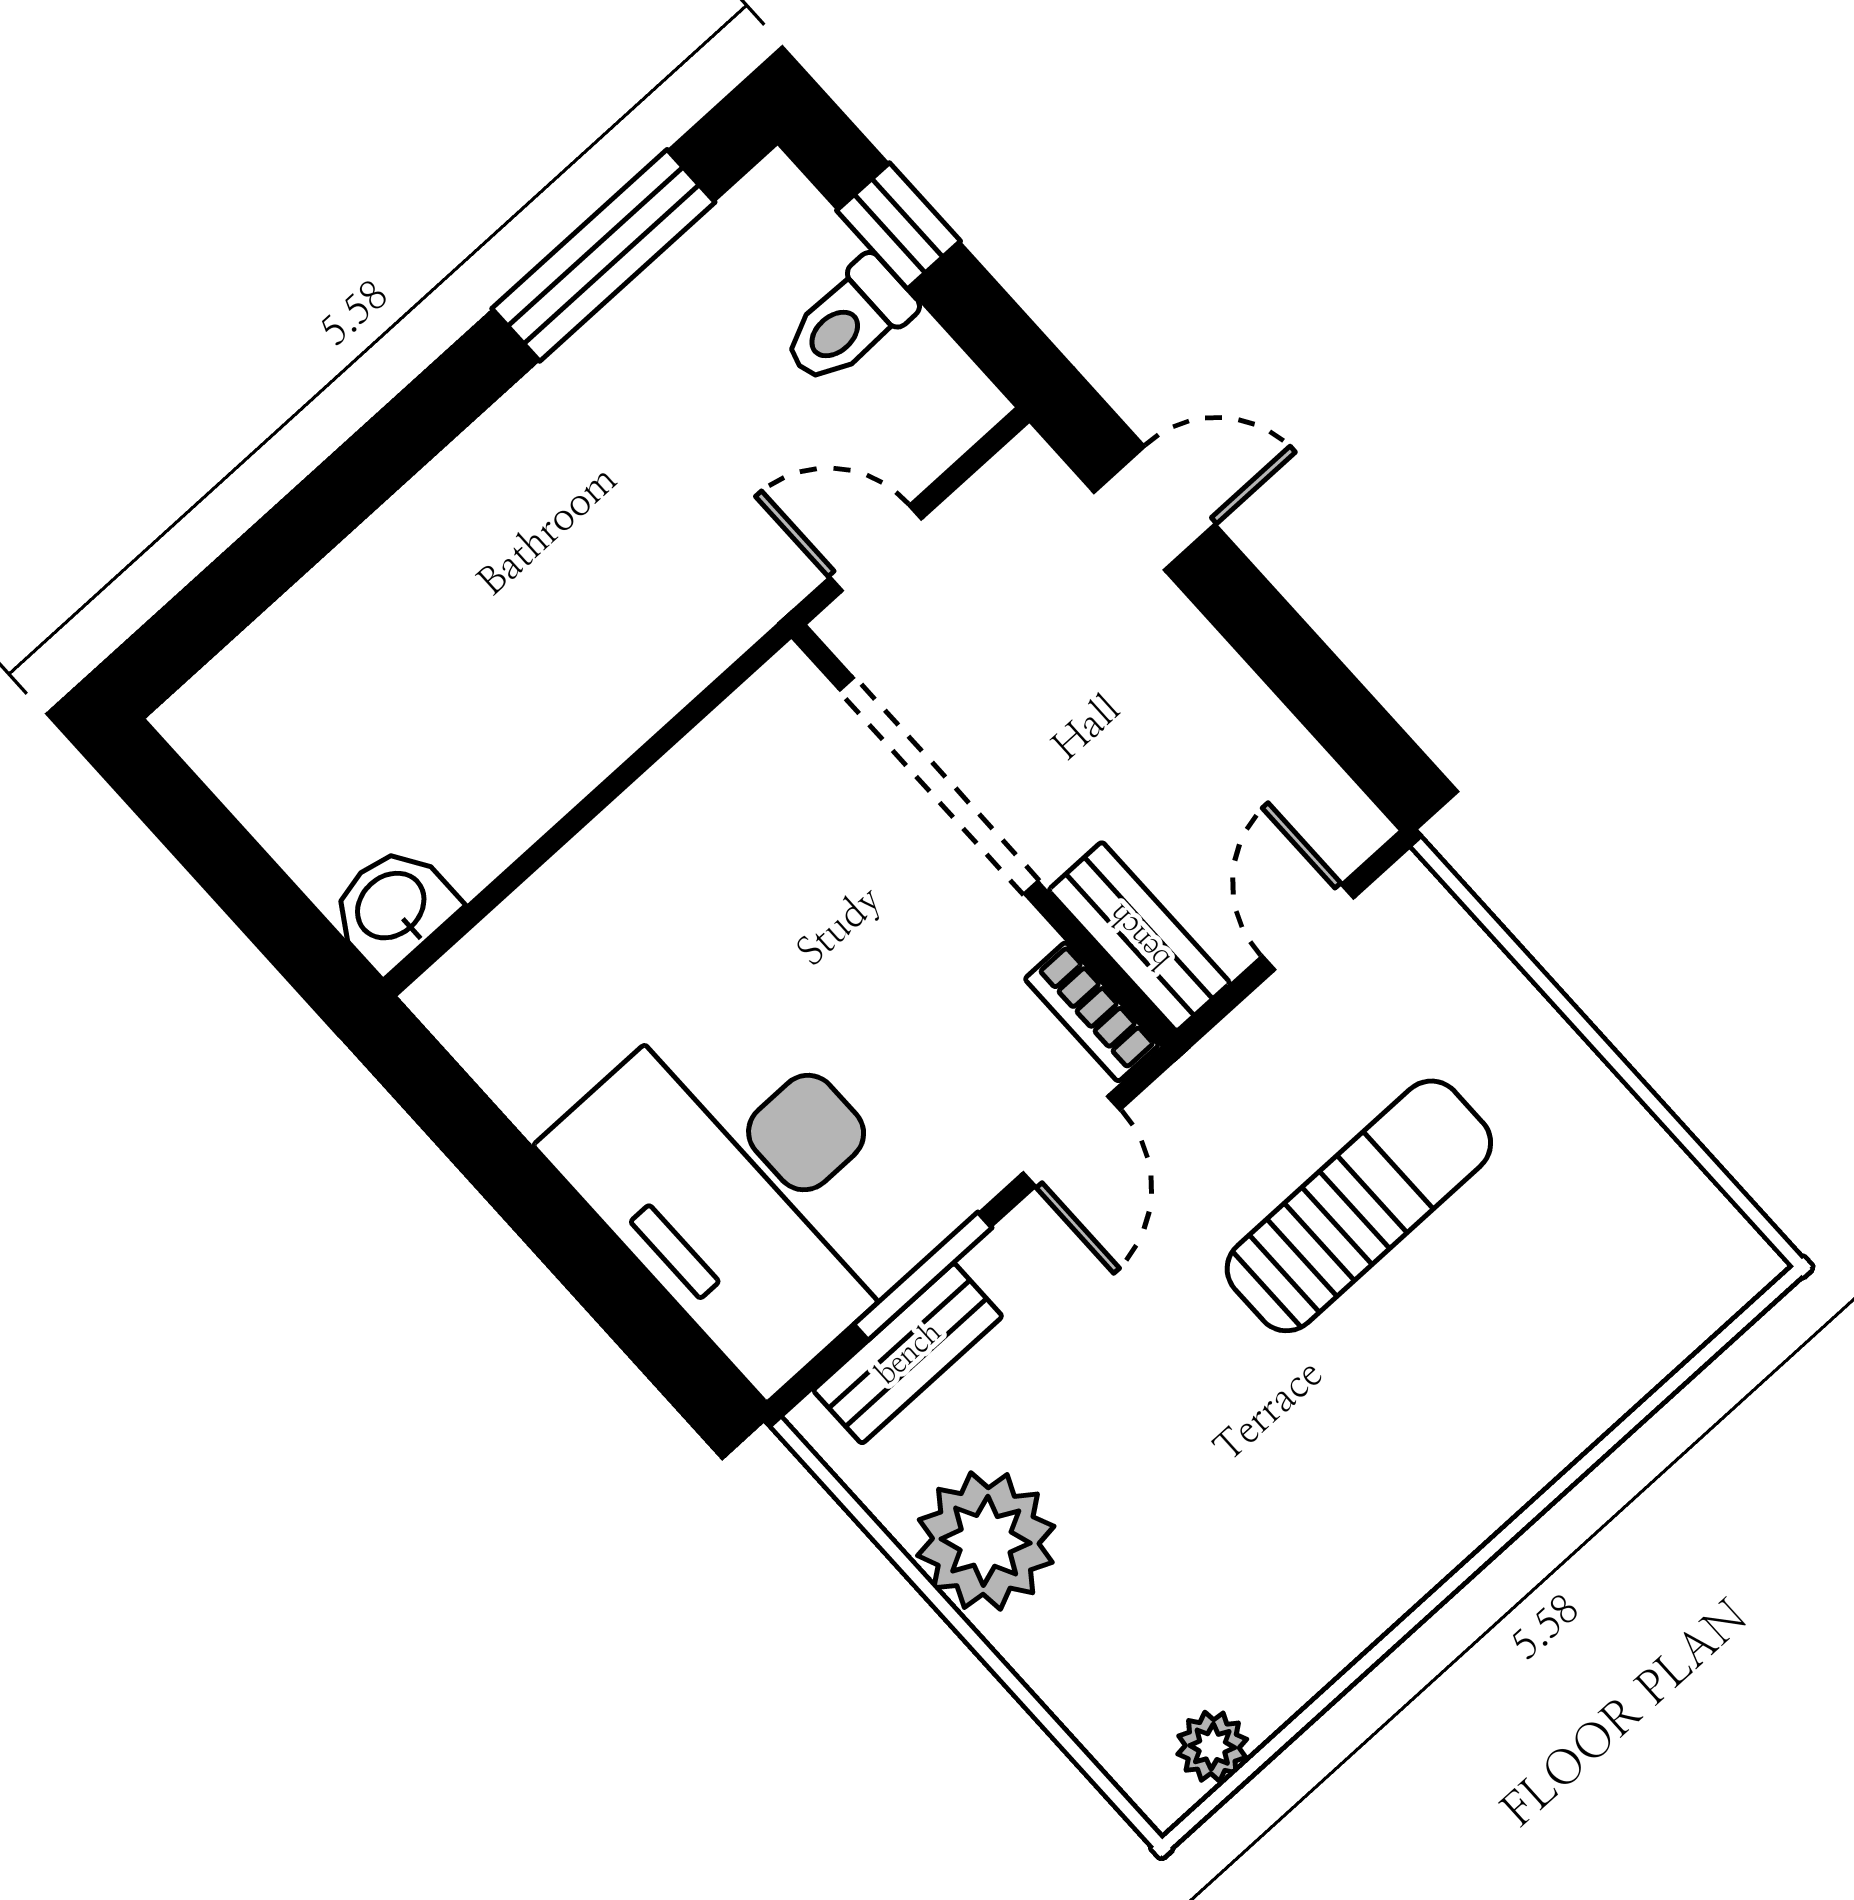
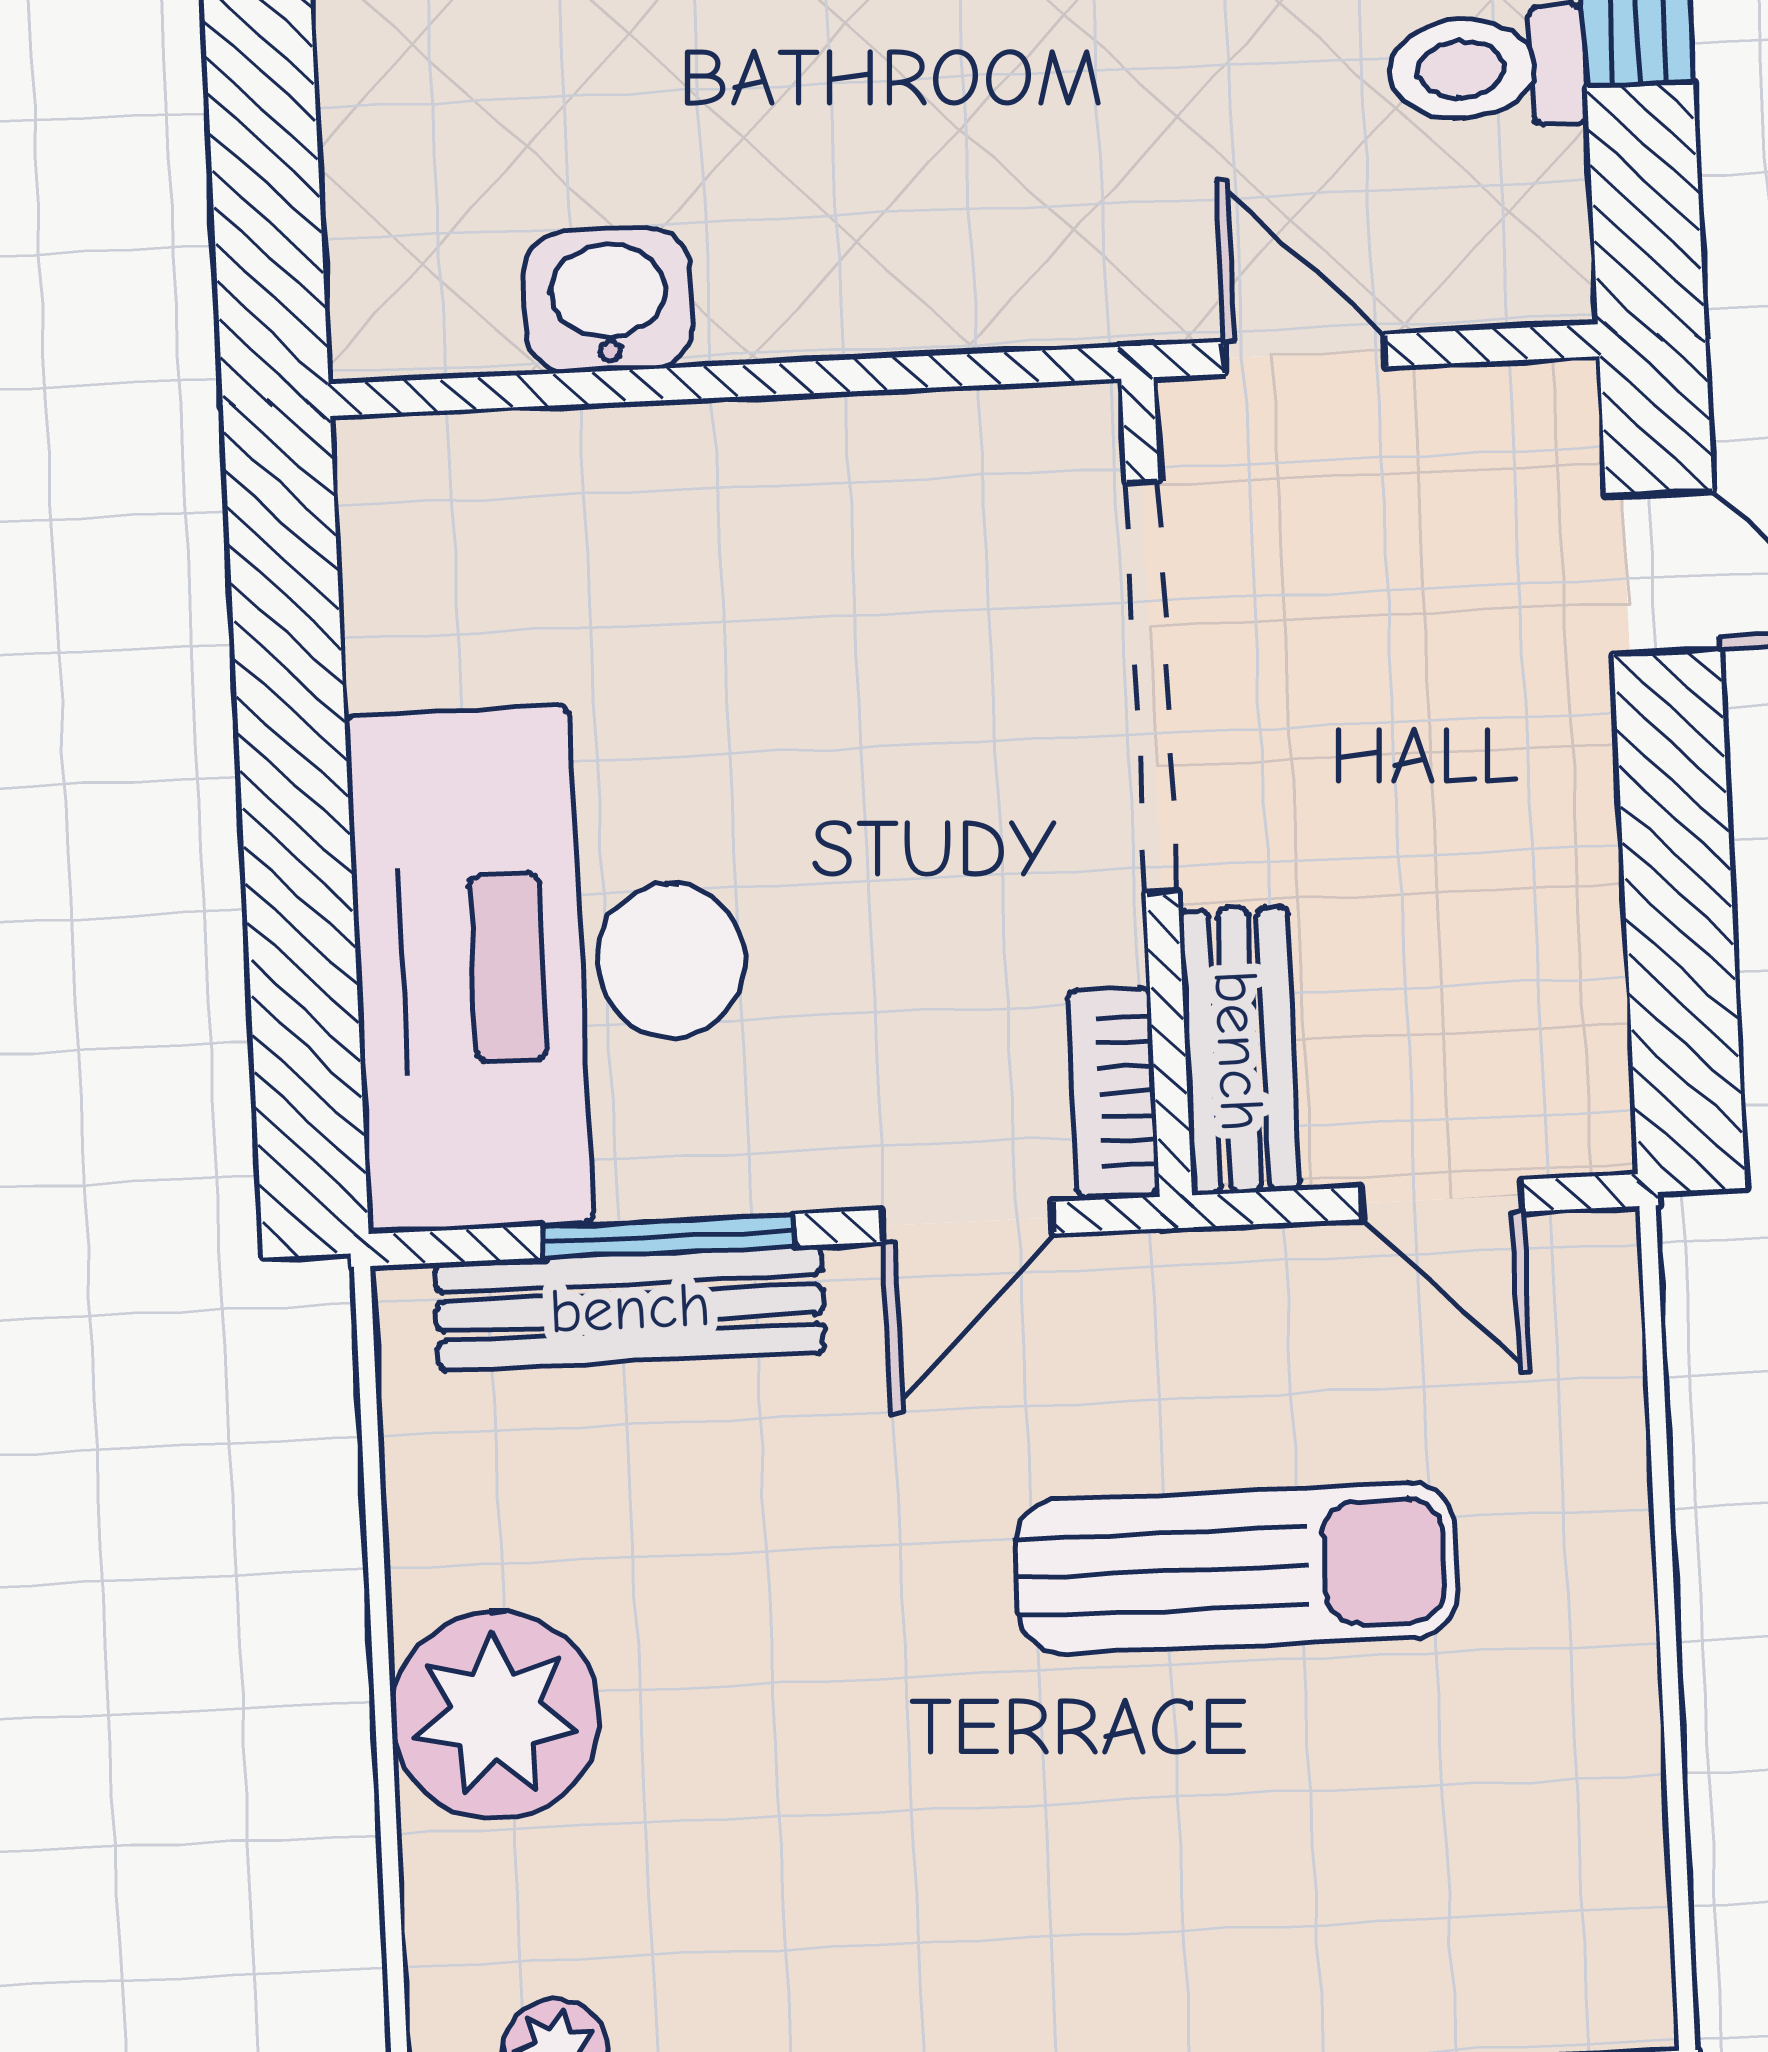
washbasin: (393, 908) -> (608, 300), moved
door: (1308, 927) -> (1442, 1199), swing flipped
bench: (908, 1353) -> (630, 1308), width x1.36
plant: (986, 1541) -> (496, 1716), moved

